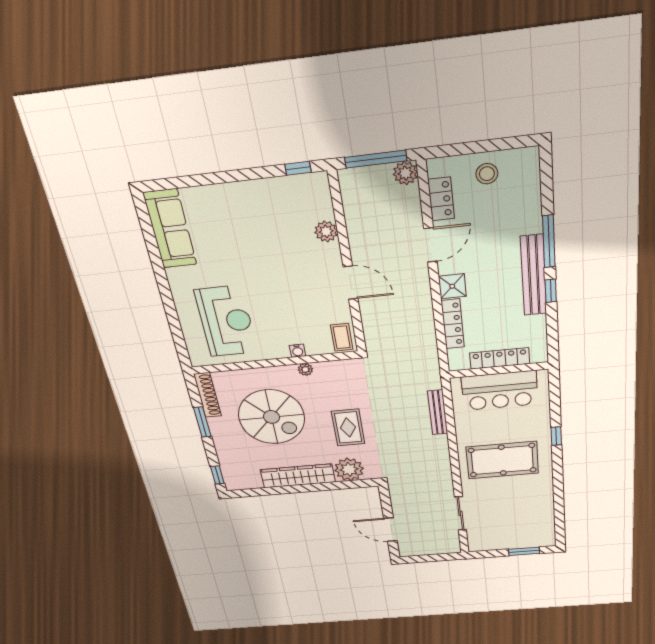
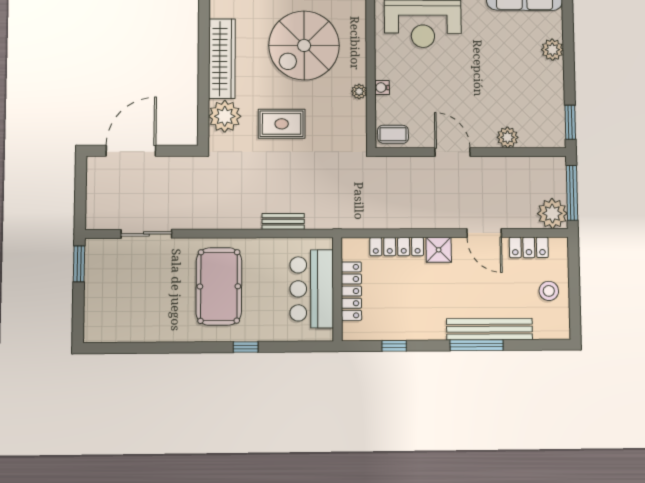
window: (298, 168) -> (570, 122), width x1.50
plant: (405, 173) -> (552, 213), width x1.36, depth x1.36
plant: (222, 195) -> (552, 50), added
bench: (534, 275) -> (490, 329), moved
door: (351, 283) -> (453, 152), swing flipped
window: (551, 291) -> (394, 346), moved
bench: (438, 412) -> (283, 221), width x0.73
door: (390, 530) -> (131, 151), width x1.36
window: (524, 551) -> (79, 264), moved

